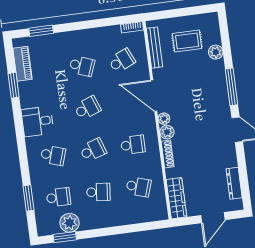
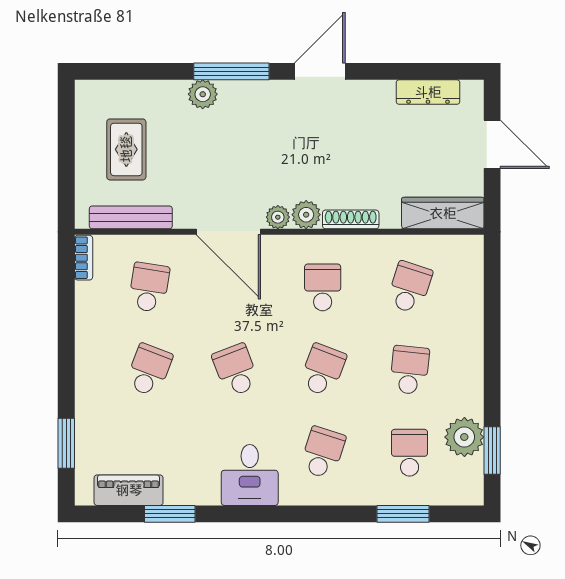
plant: (216, 52) -> (203, 94), moved
school desk: (122, 61) -> (149, 287), turned 33
door: (154, 96) -> (228, 232), hinge flipped
school desk: (93, 150) -> (323, 370), turned 39

